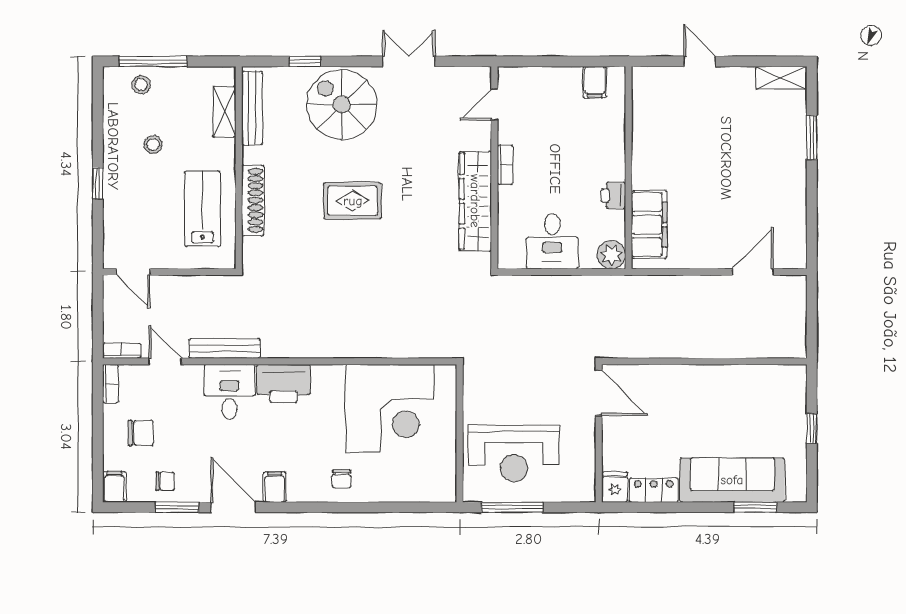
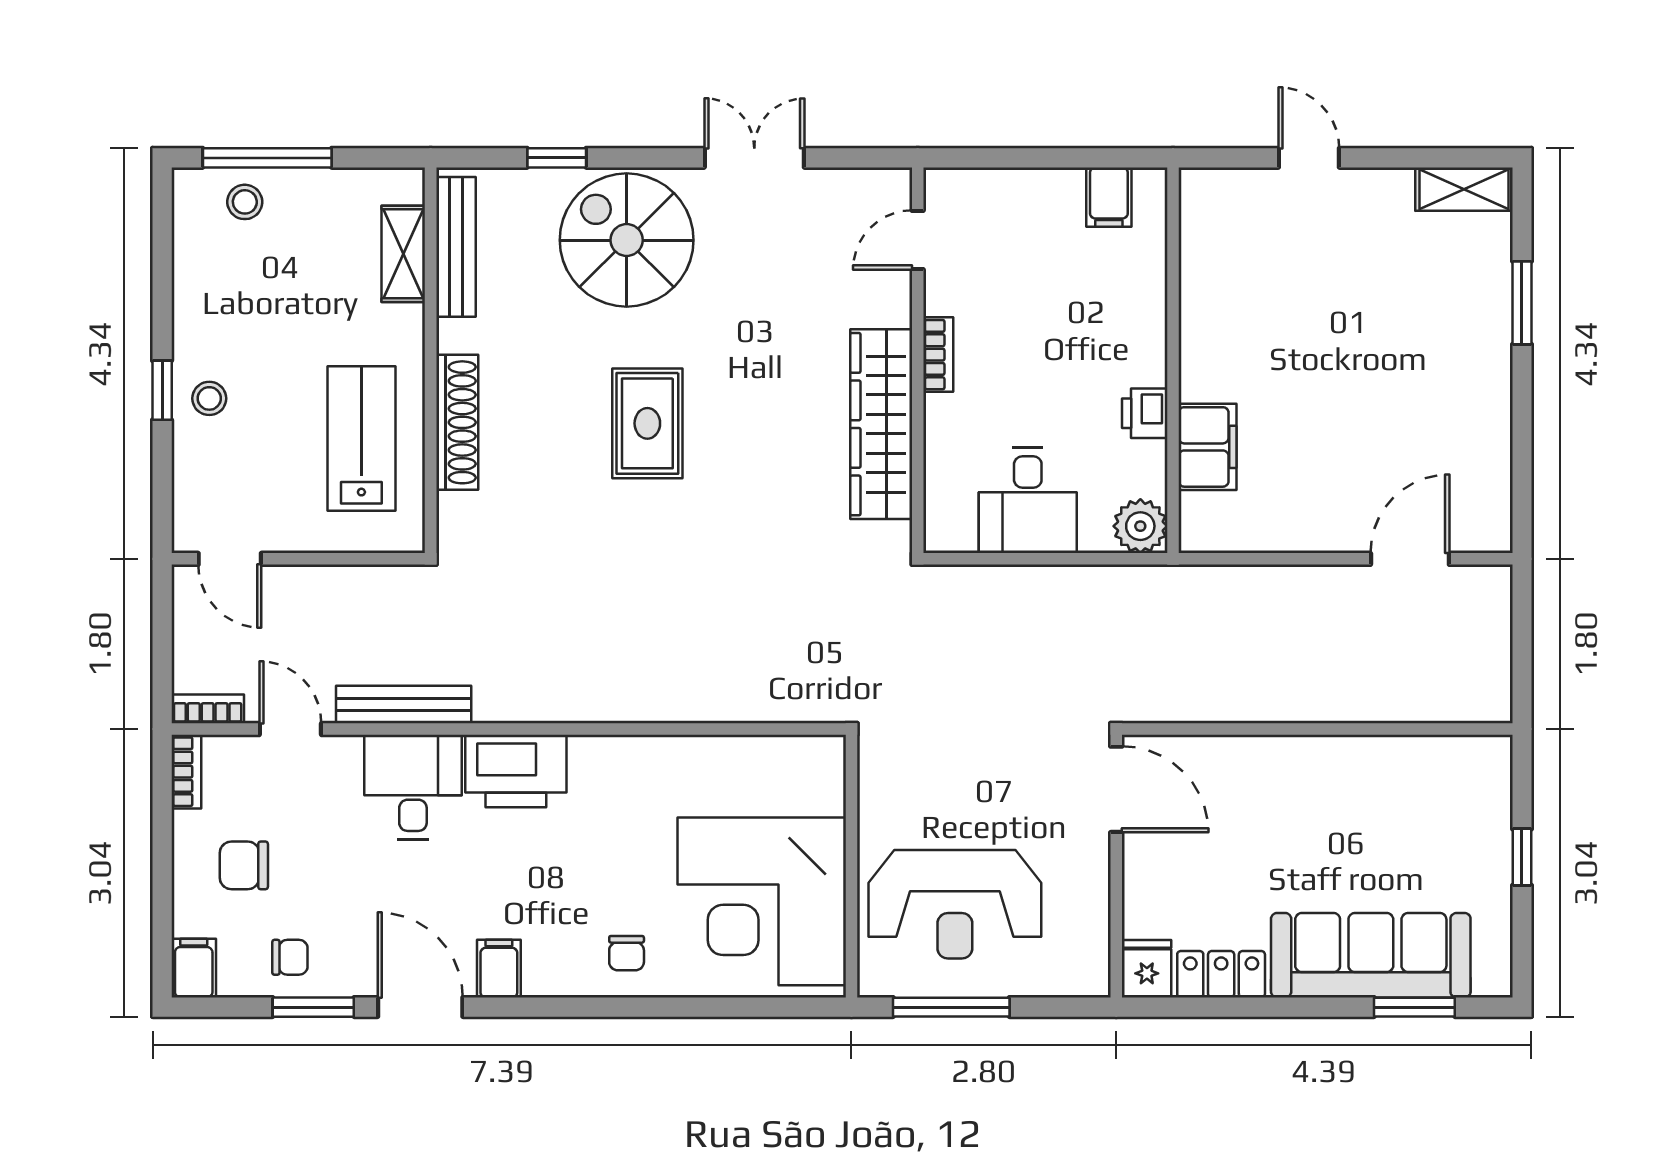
stool: (153, 145) -> (209, 398), moved
rug: (353, 201) -> (647, 423), turned 90
filing cabinet: (649, 225) -> (1208, 447), width x0.67, depth x0.86
corner desk: (390, 408) -> (762, 901), moved, turned 90
chair: (141, 433) -> (244, 865), turned 180

